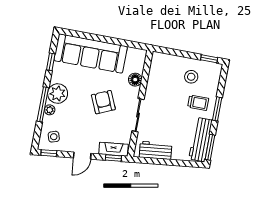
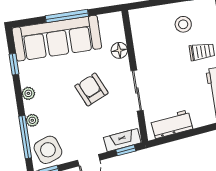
window: (104, 39) -> (67, 16), added
plant: (58, 94) -> (28, 93), width x0.53, depth x0.53
window: (43, 104) -> (25, 137), moved
side table: (54, 137) -> (48, 150), width x1.87, depth x1.87

